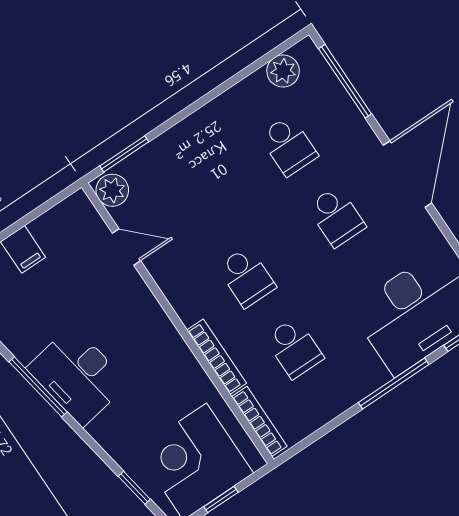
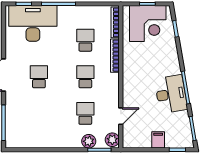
plant: (283, 71) -> (89, 141), moved
school desk: (289, 146) -> (85, 113), moved
door: (126, 247) -> (121, 116), swing flipped
desk: (78, 376) -> (171, 94), moved

